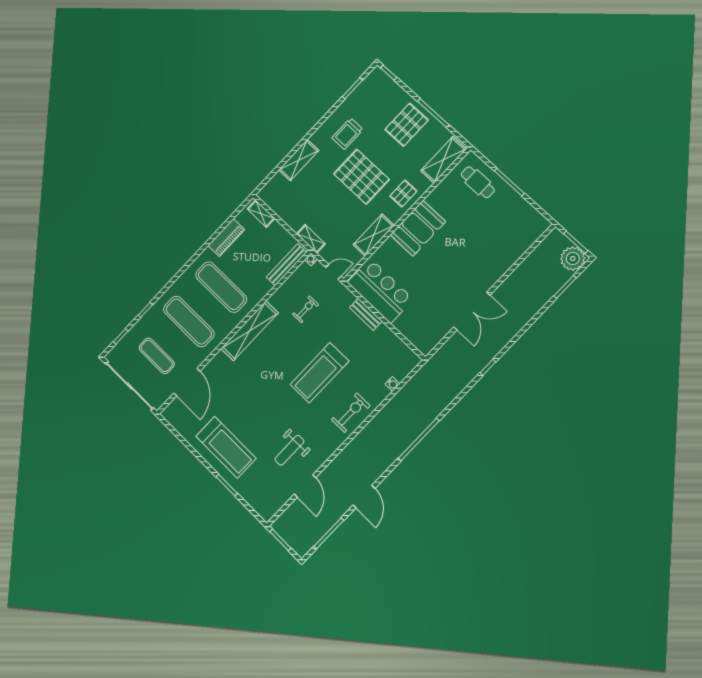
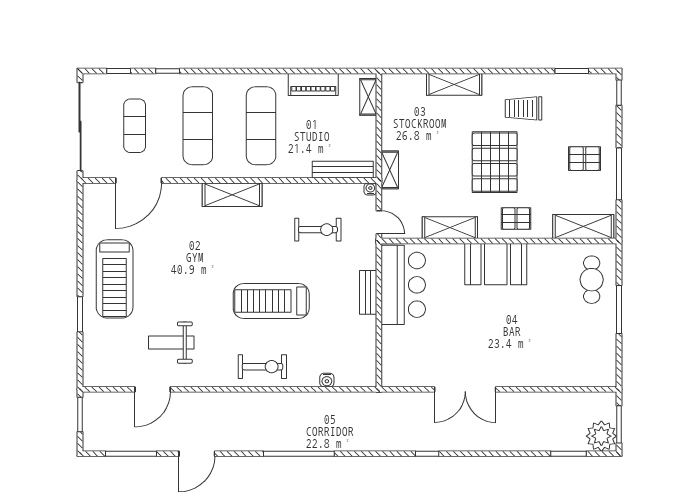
pallet: (407, 125) -> (584, 159), width x0.67, depth x0.71
exercise bike: (306, 309) -> (318, 230), width x1.38, depth x1.39
shelving: (250, 331) -> (232, 195), width x0.68

